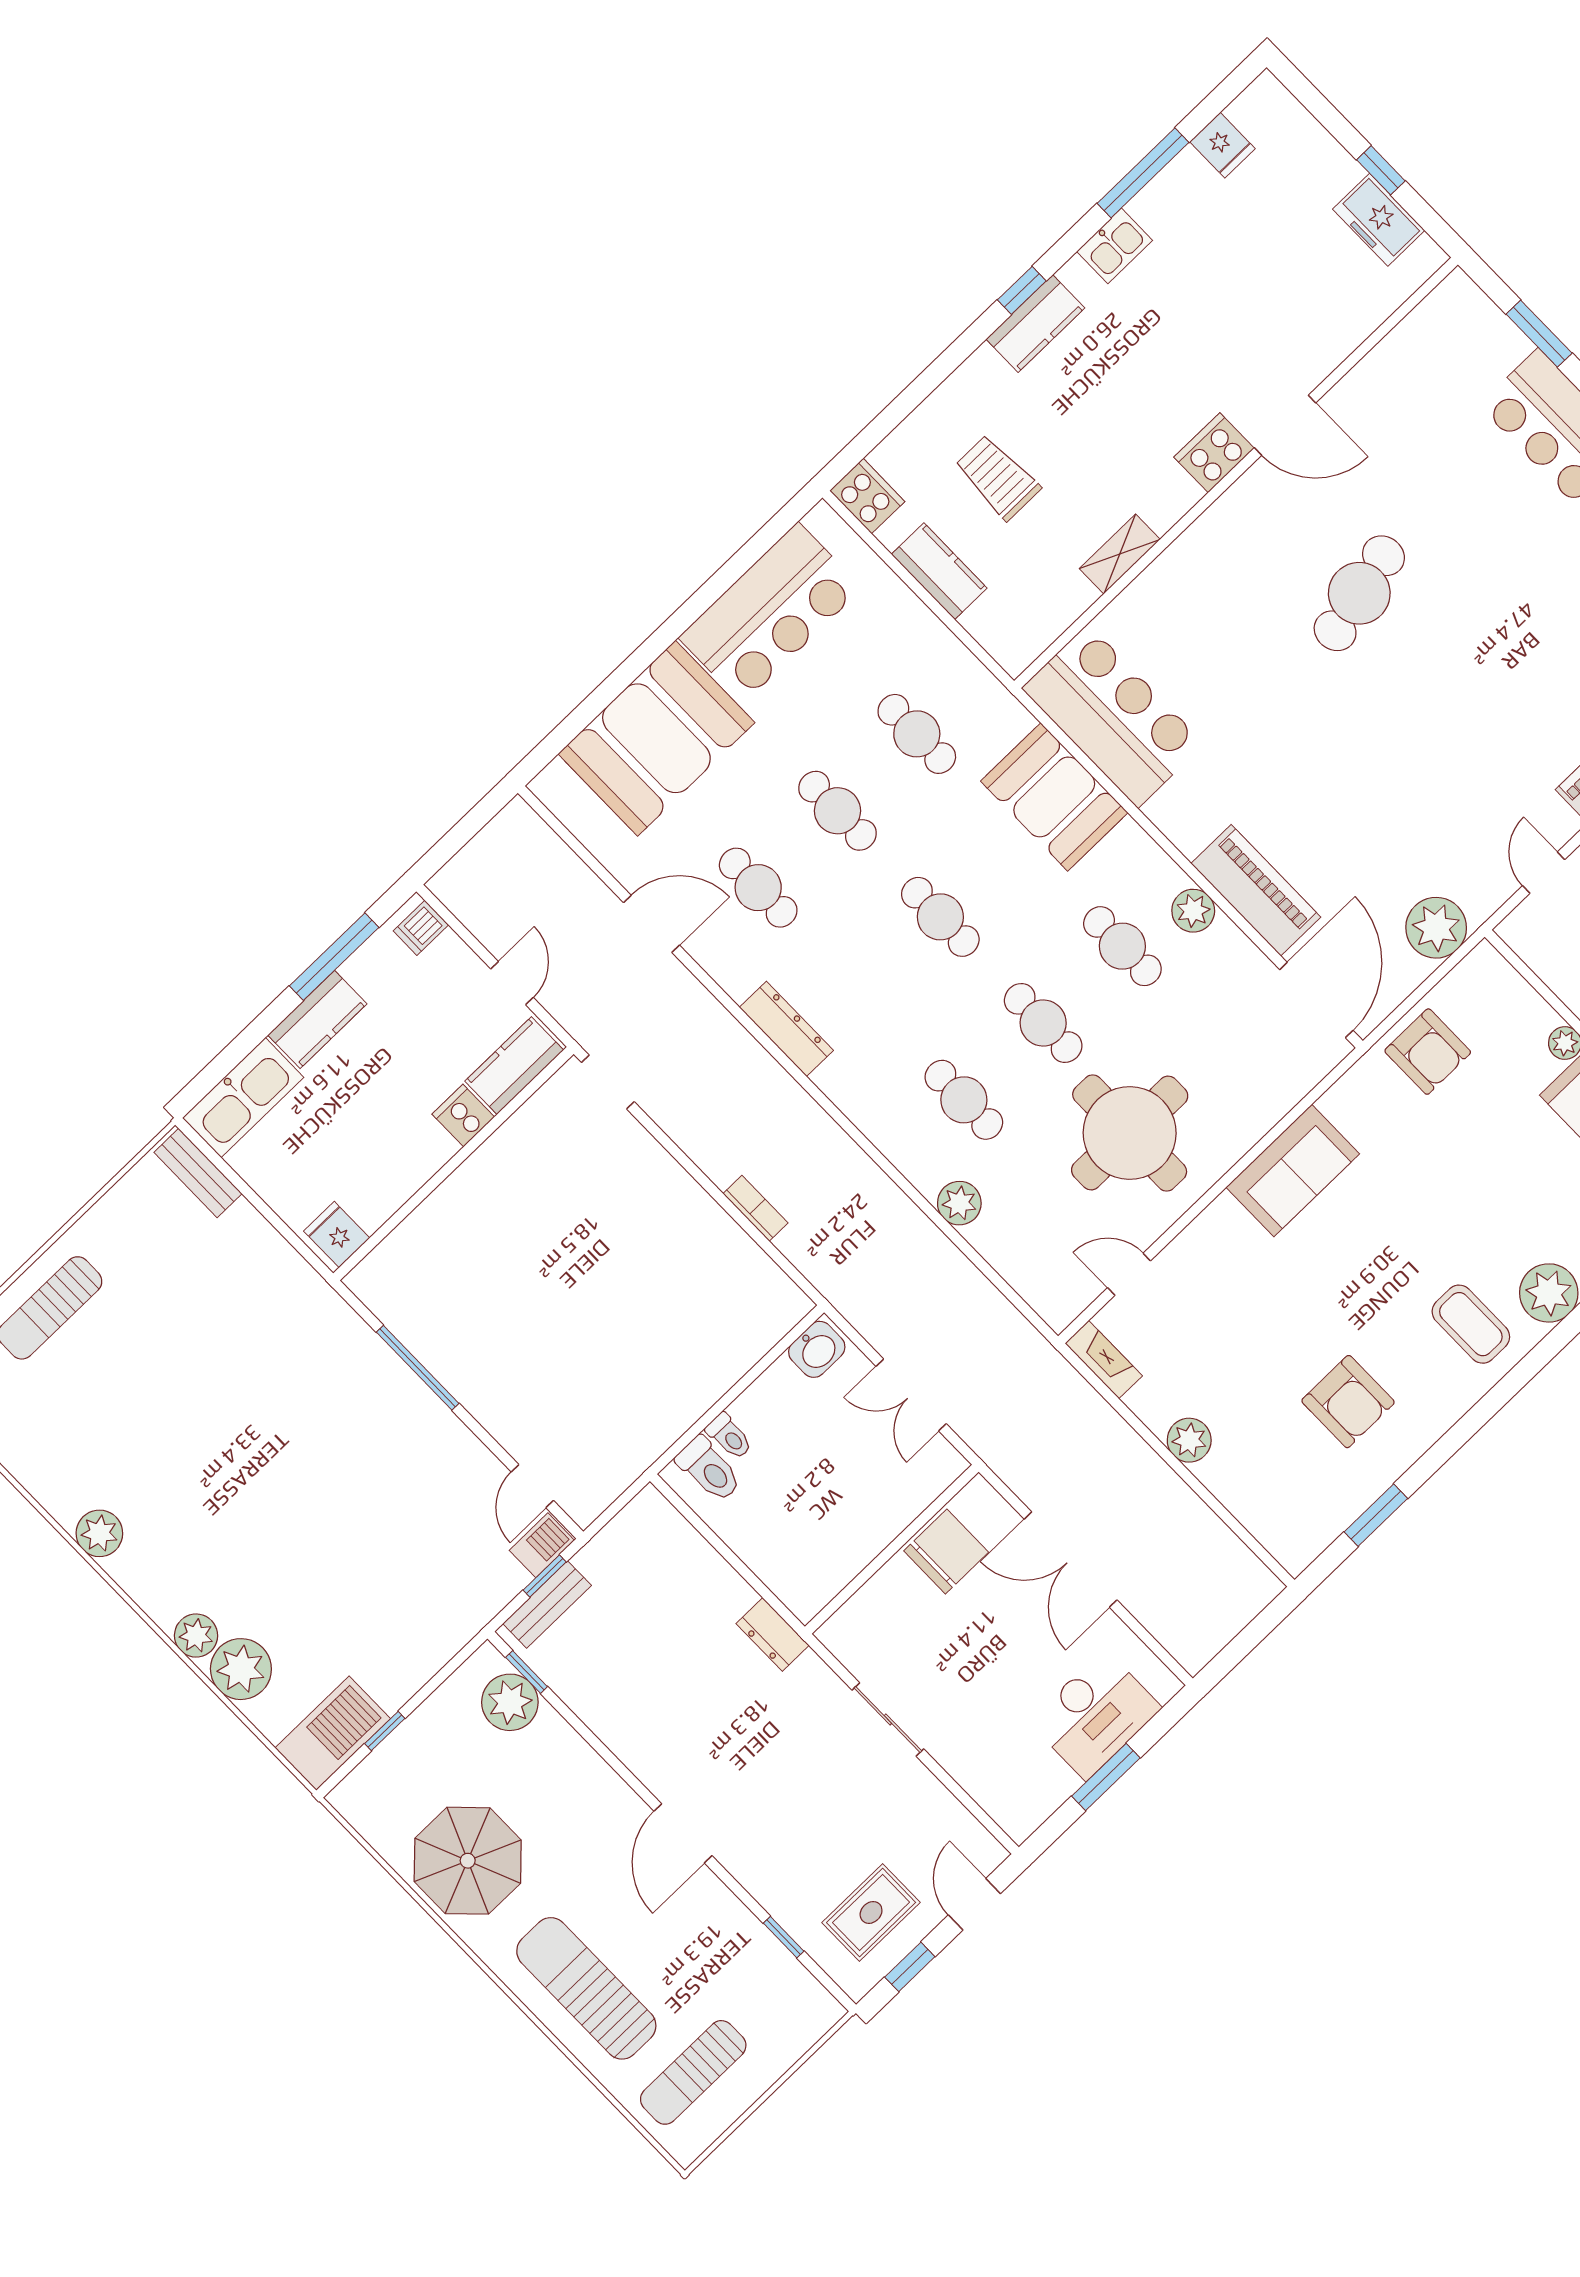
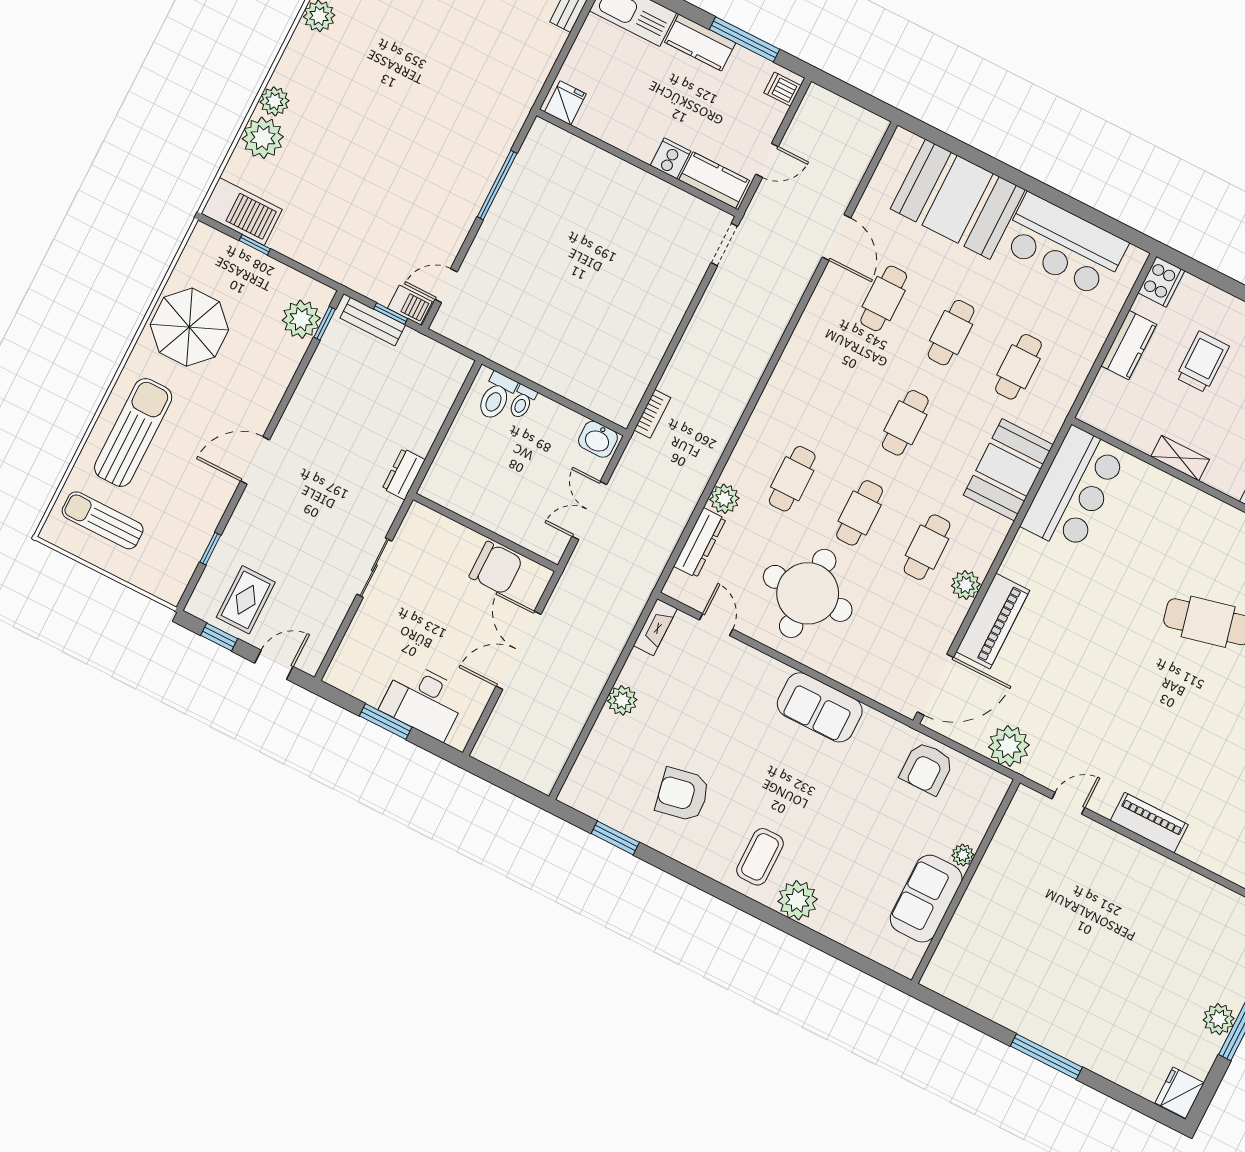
dresser: (786, 1029) -> (700, 543), moved
bookcase: (755, 1208) -> (652, 414), moved
armchair: (1348, 1402) -> (683, 795), turned 79
rug: (871, 1912) -> (246, 600), turned 90

